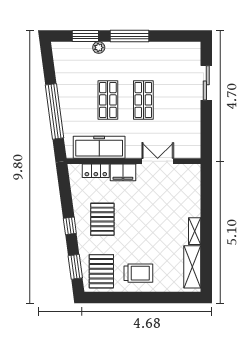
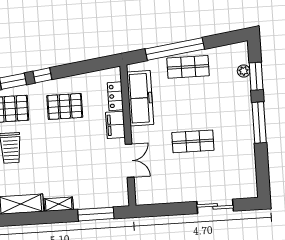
plant: (99, 48) -> (244, 71), moved
shop shelf: (108, 100) -> (188, 67), moved
window: (206, 196) -> (96, 214), added
window: (70, 226) -> (42, 75), moved

